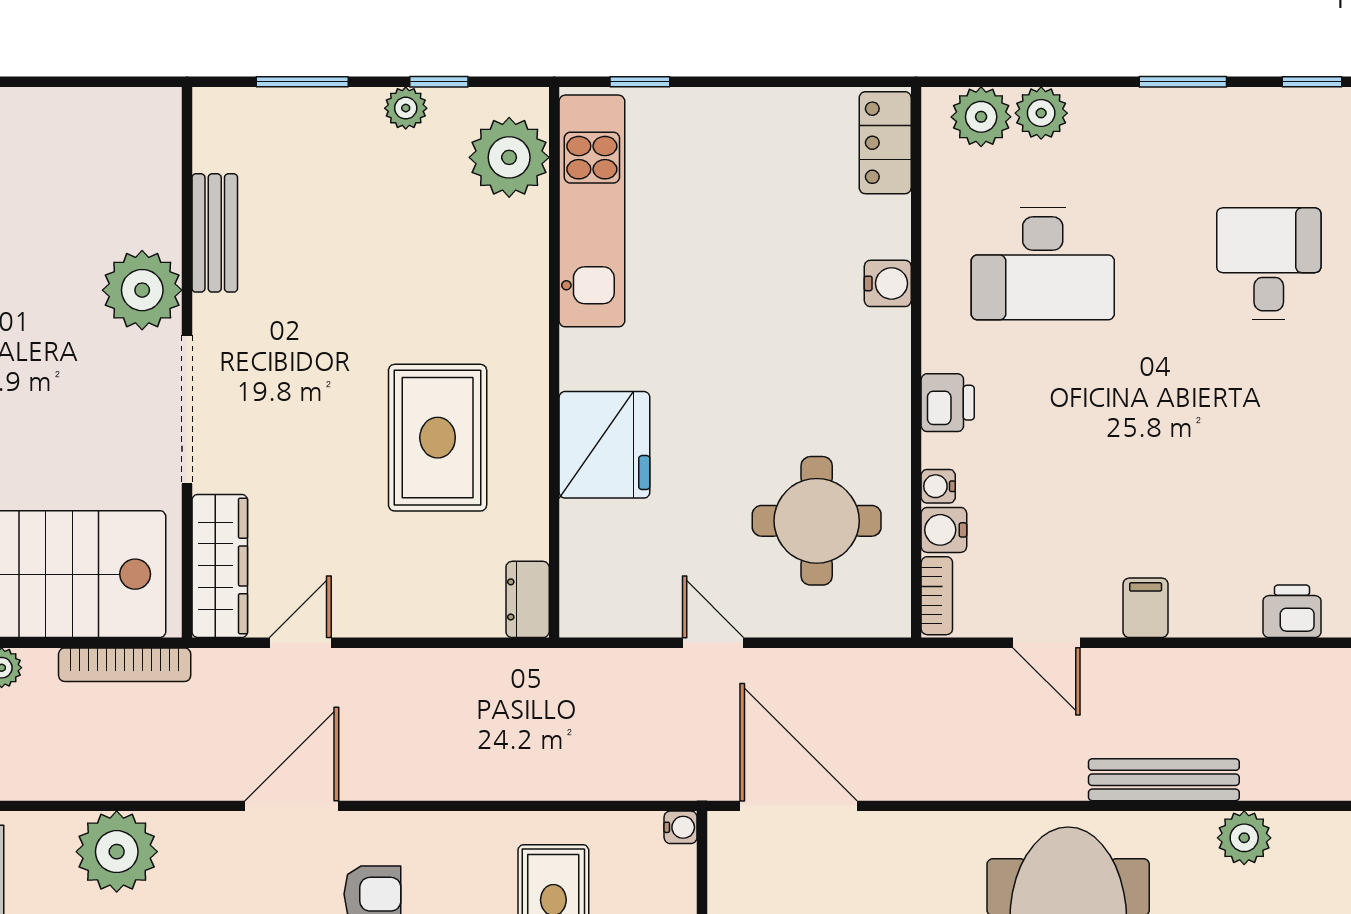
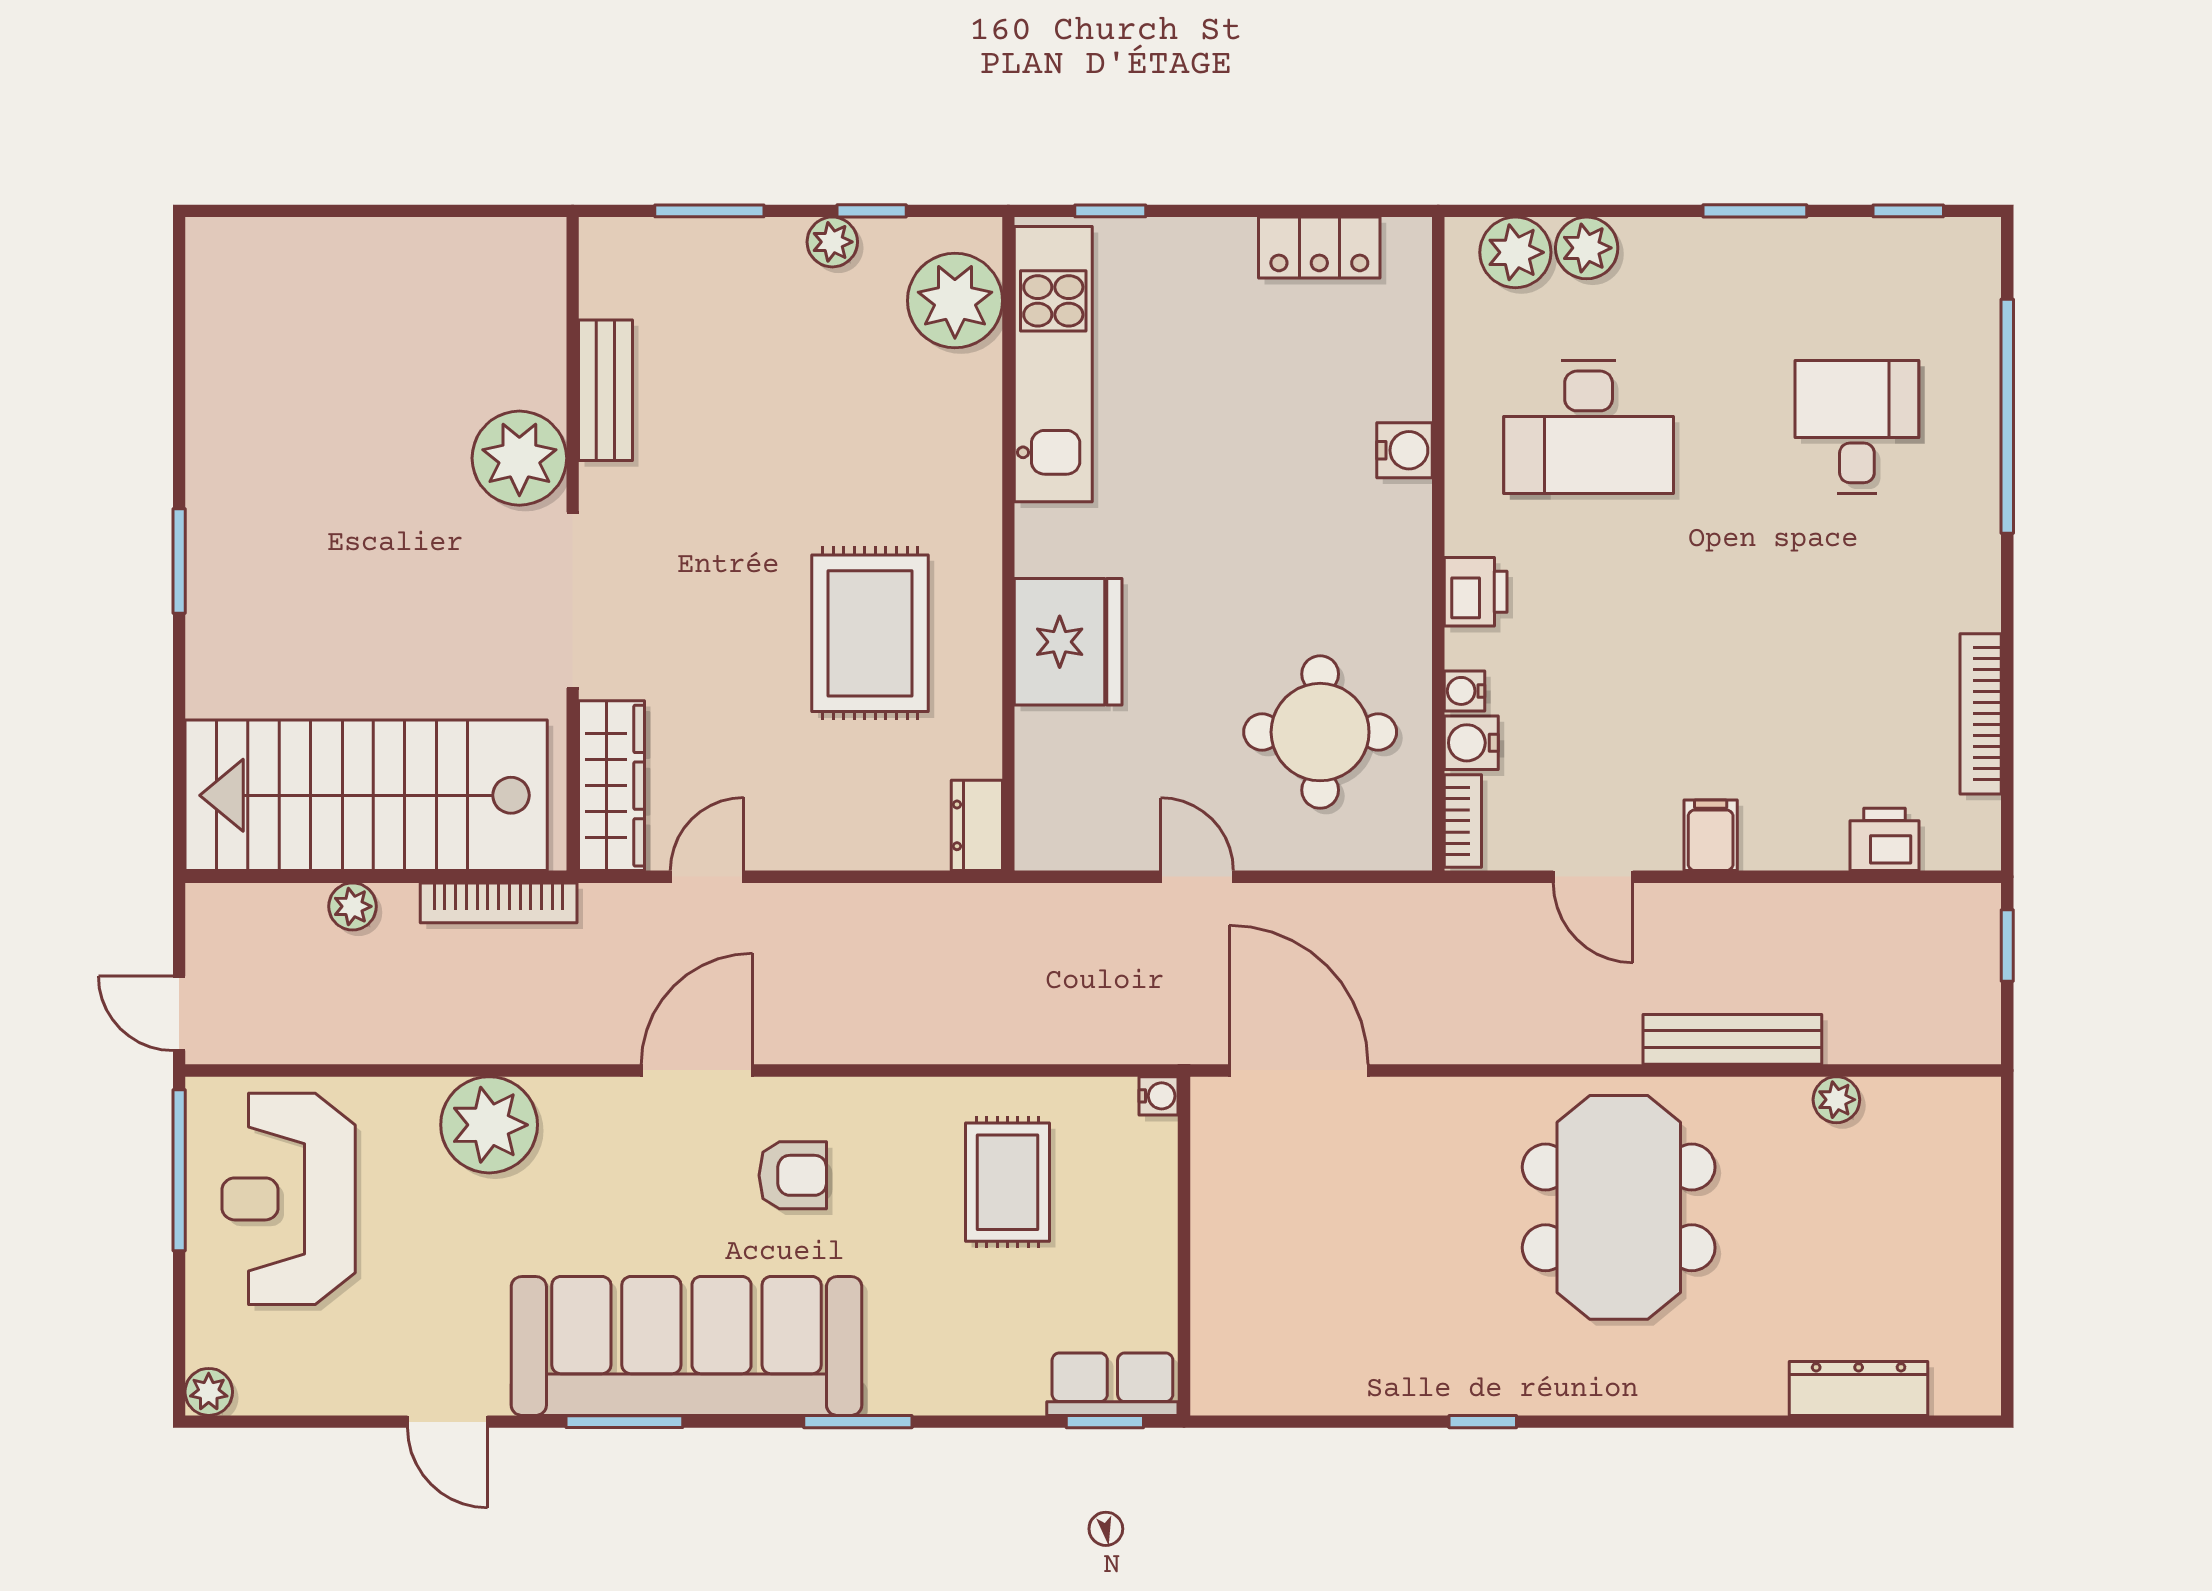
locker: (885, 143) -> (1319, 248), moved, turned -90
plant: (1244, 838) -> (1836, 1100), width x0.73, depth x0.73

